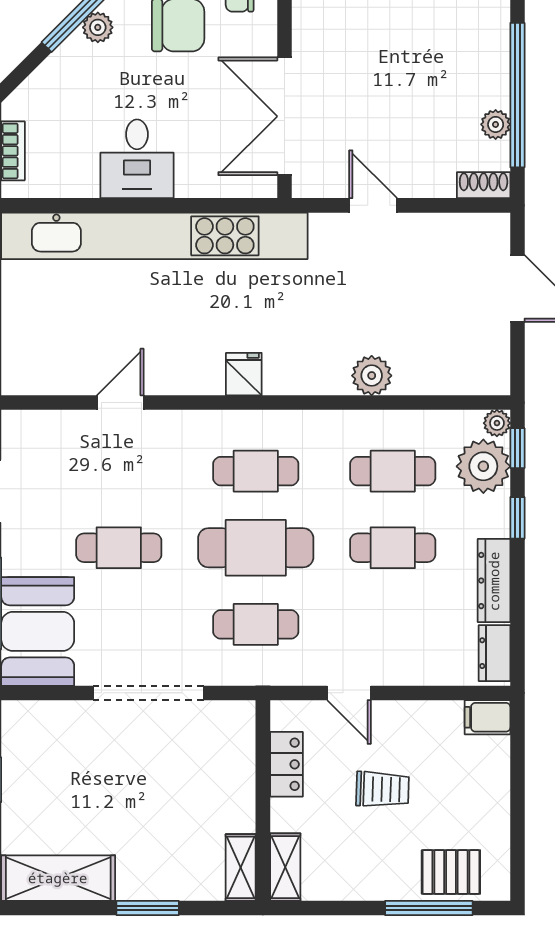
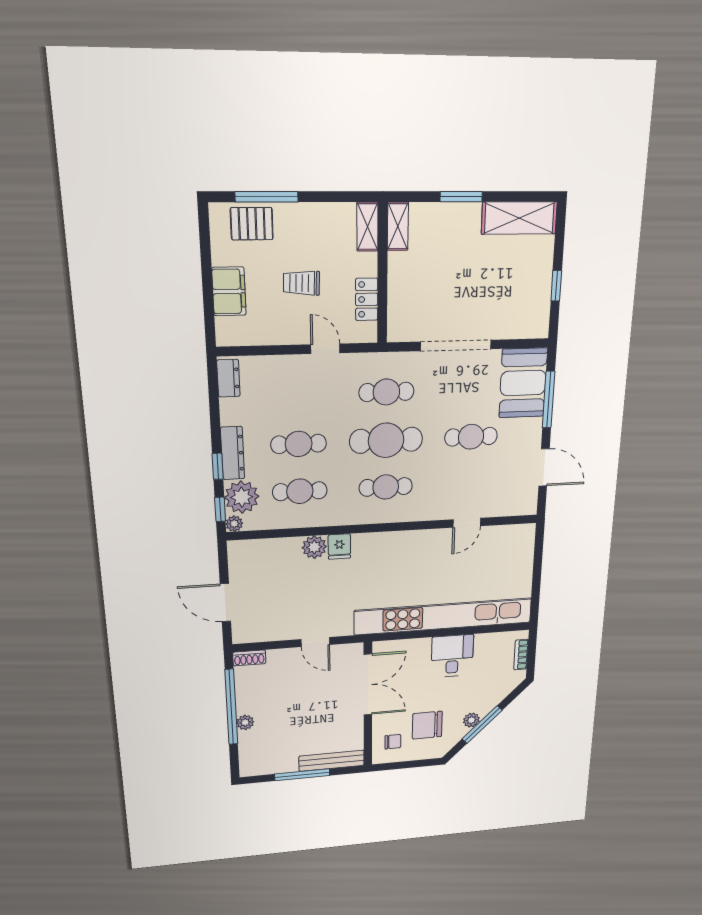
plant: (496, 124) -> (245, 722), moved
fridge: (244, 374) -> (339, 546), moved
dresser: (494, 581) -> (233, 453), moved
filing cabinet: (487, 717) -> (229, 291), moved, width x2.00

